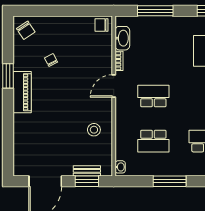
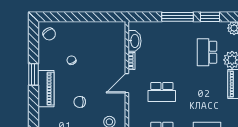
window: (155, 11) -> (177, 17), moved
chair: (101, 25) -> (80, 102), moved
school desk: (153, 96) -> (162, 92), turned 180

